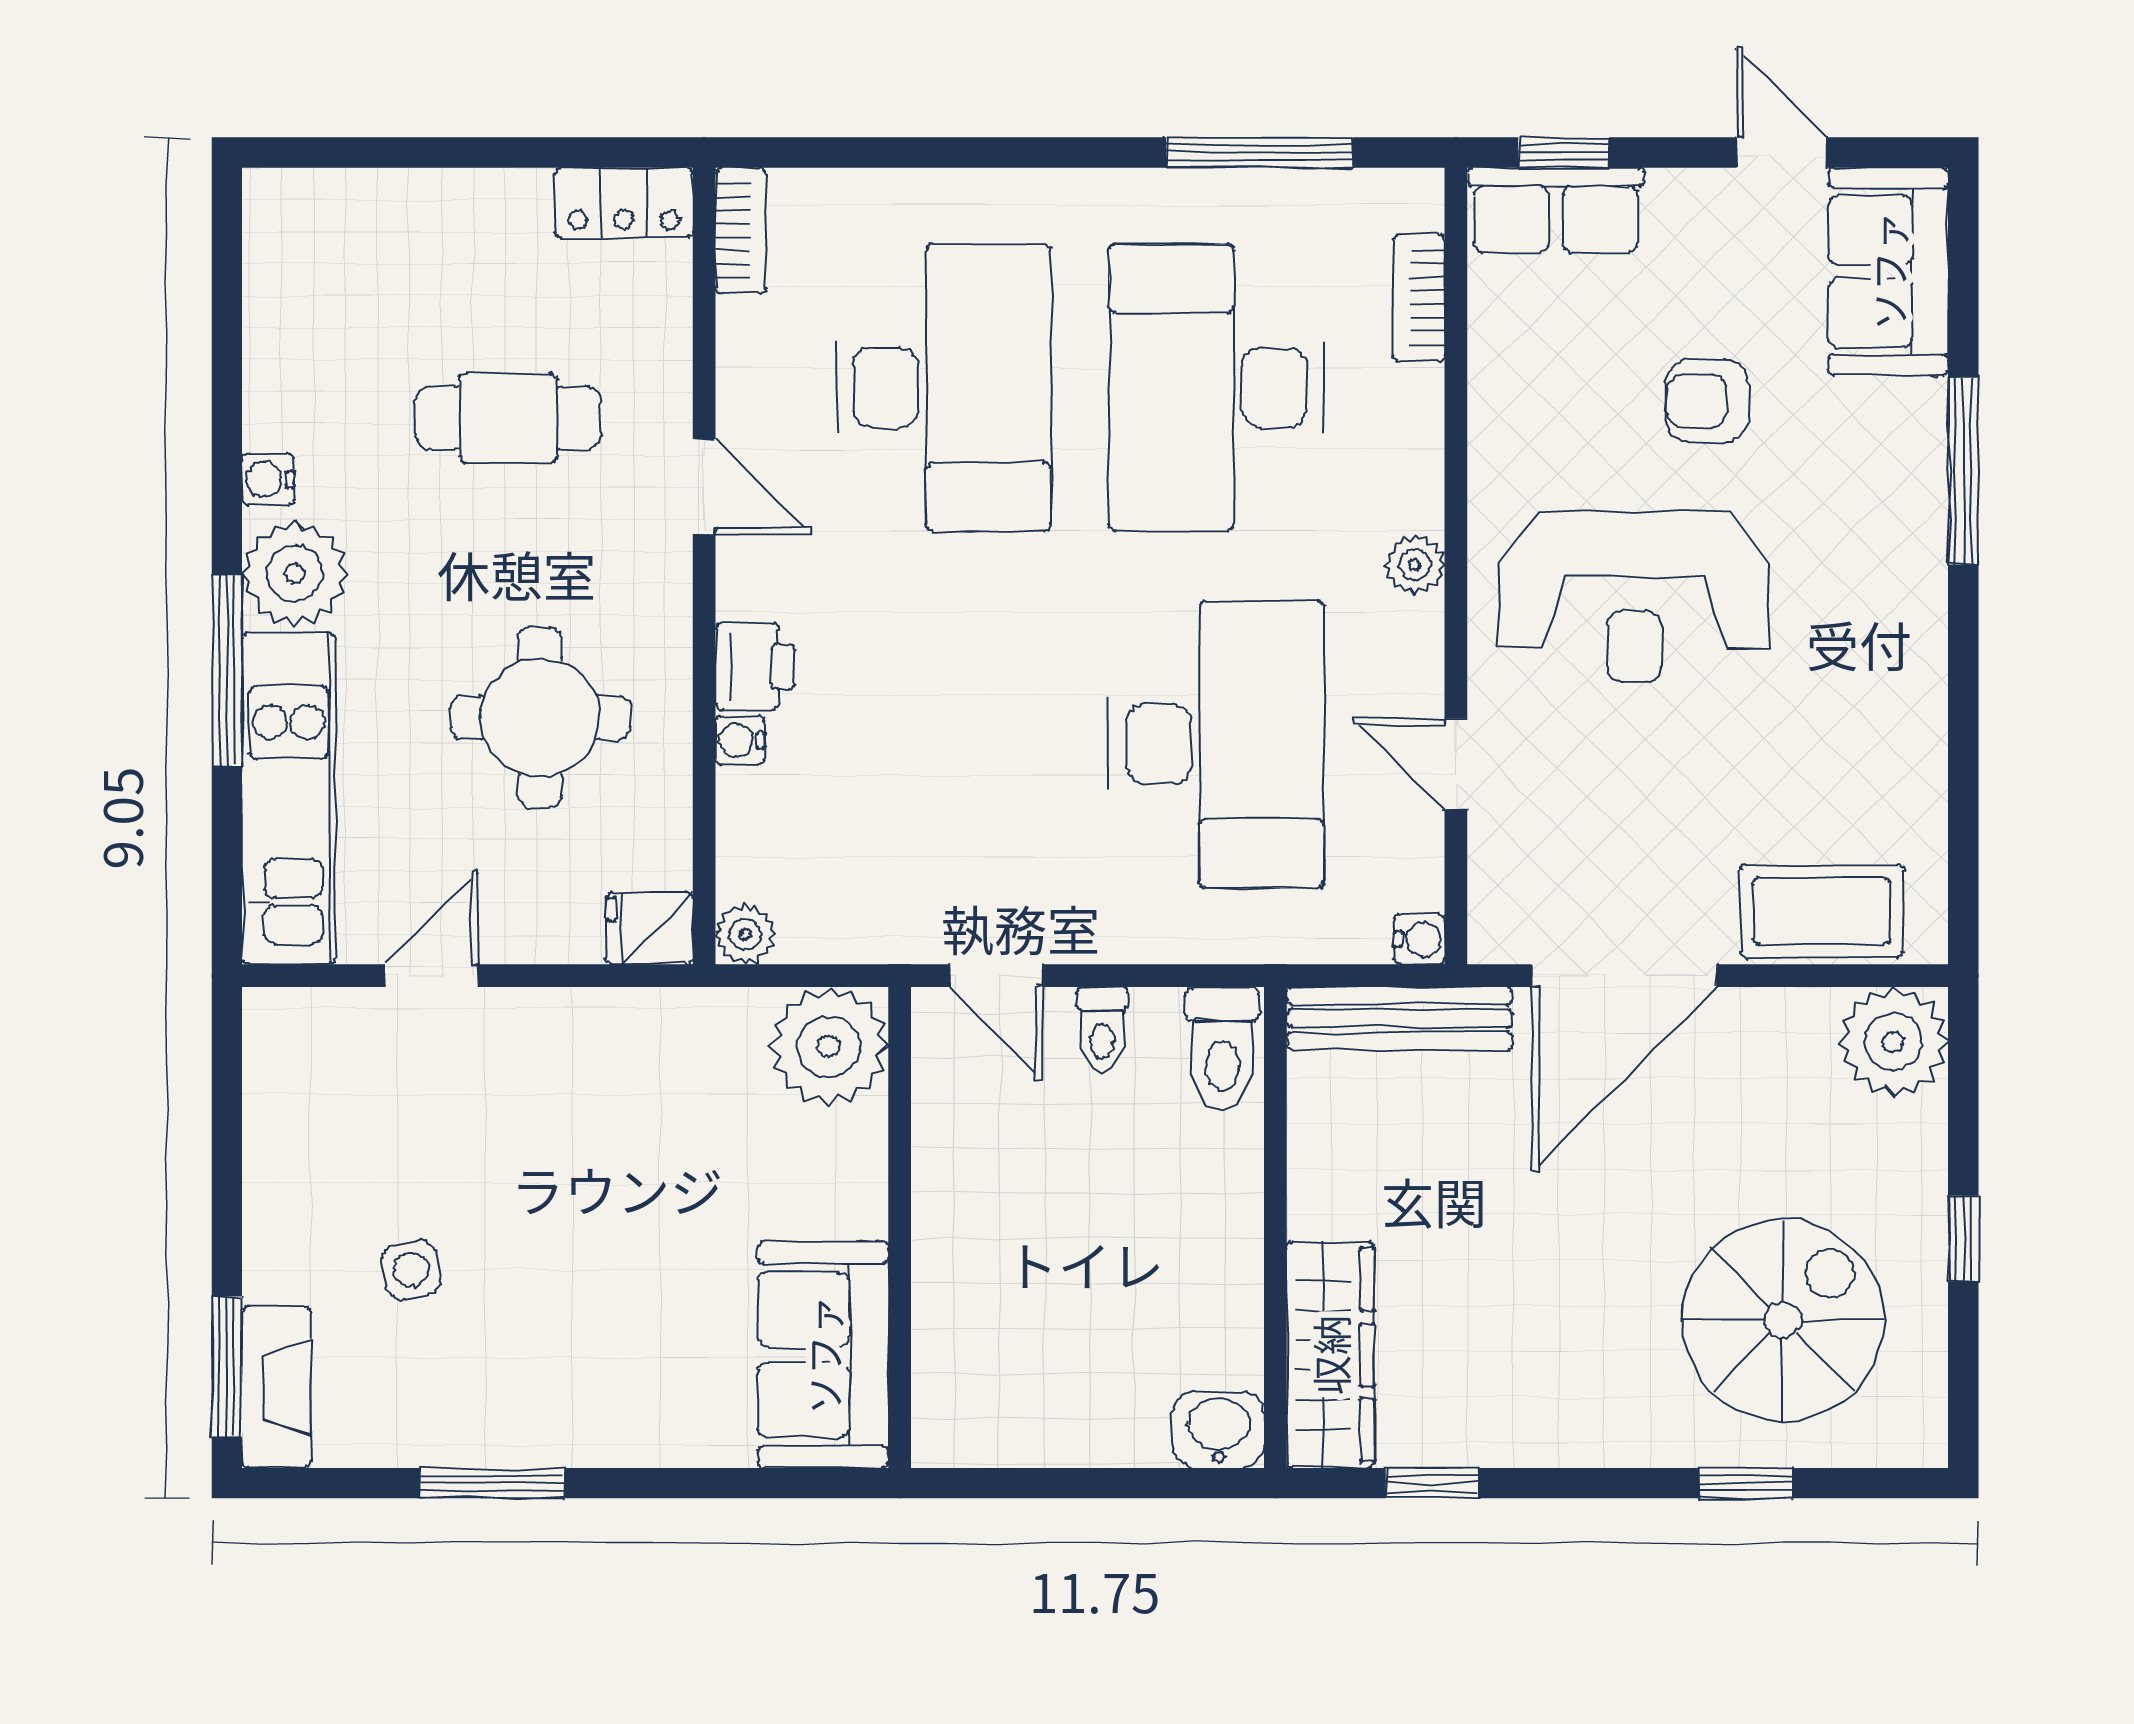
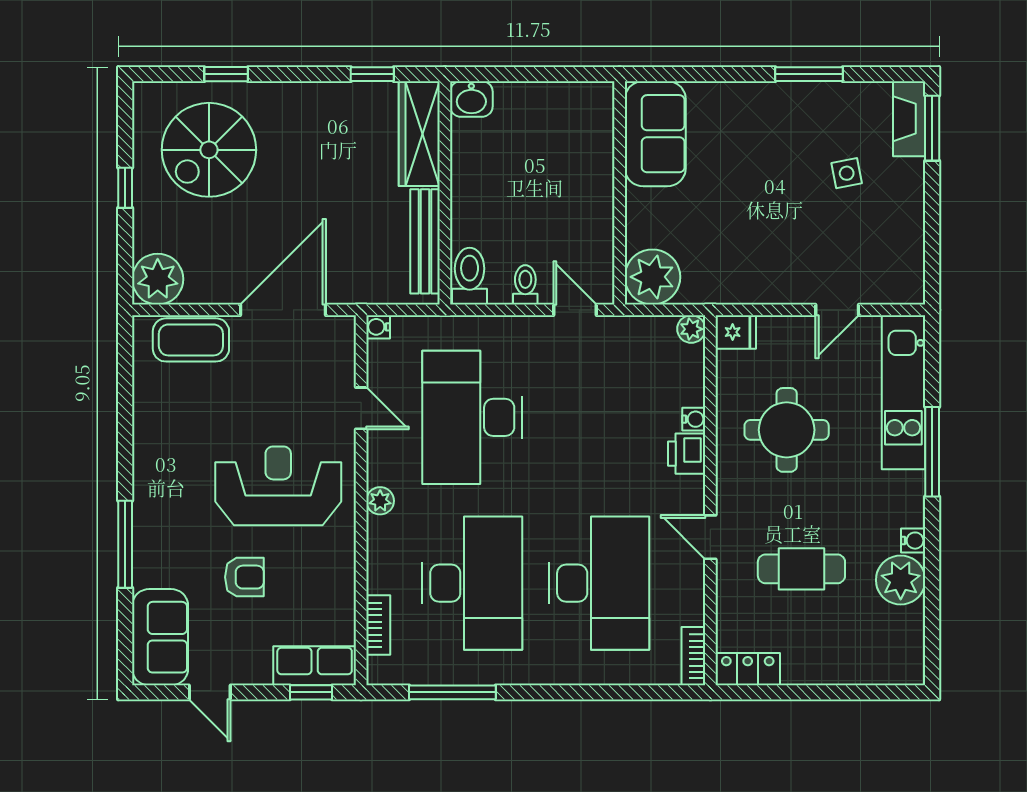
desk: (943, 388) -> (599, 583), turned 180
plant: (295, 573) -> (901, 580), moved
bench: (1399, 1018) -> (425, 241), moved, turned 90

